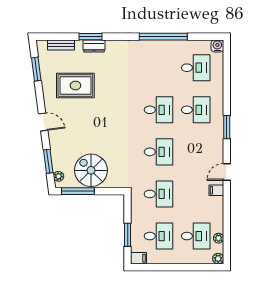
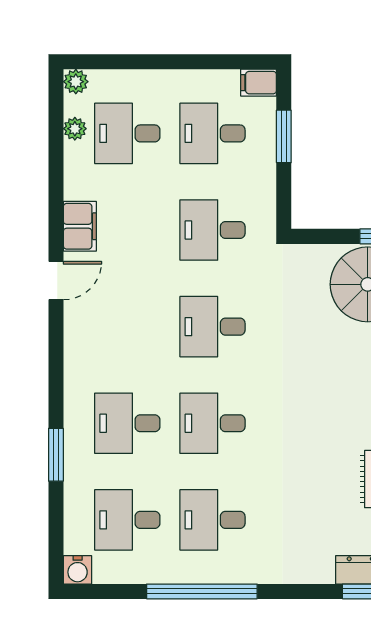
desk: (159, 68) -> (212, 520), added
window: (227, 127) -> (56, 455), moved
filing cabinet: (216, 190) -> (80, 226), width x2.00

